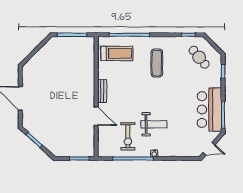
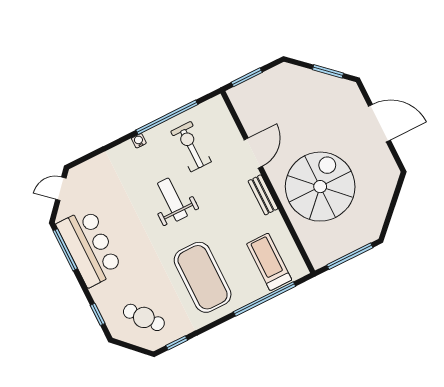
treadmill: (117, 53) -> (269, 262), turned 90
exercise mat: (157, 63) -> (203, 277), width x2.00, depth x1.45
spiral stairs: (69, 80) -> (320, 187), added
door: (96, 116) -> (253, 153), swing flipped
weight bench: (154, 124) -> (172, 200), moved, turned 90

